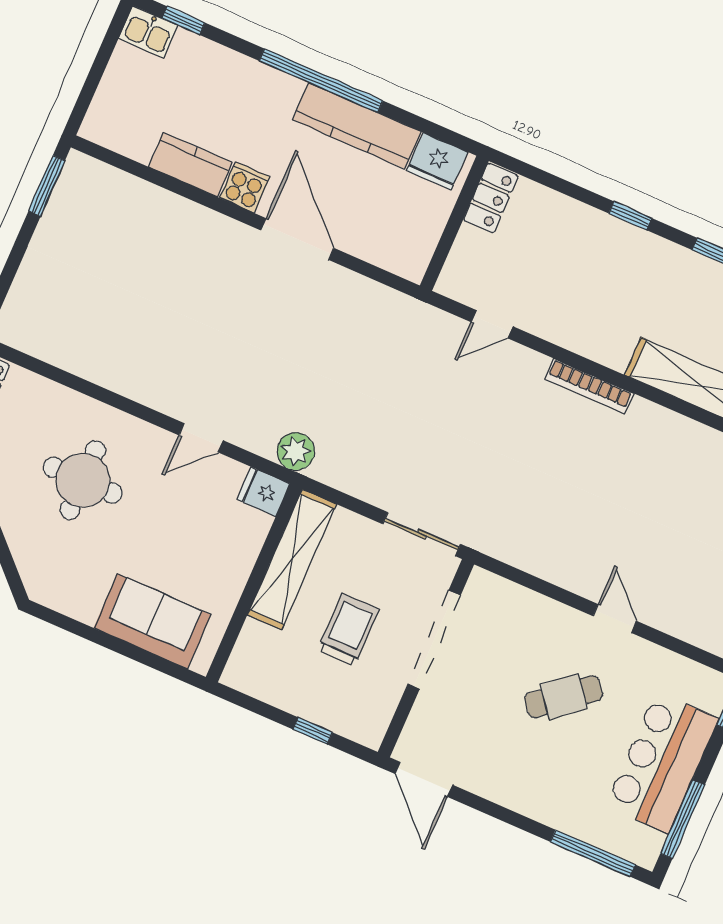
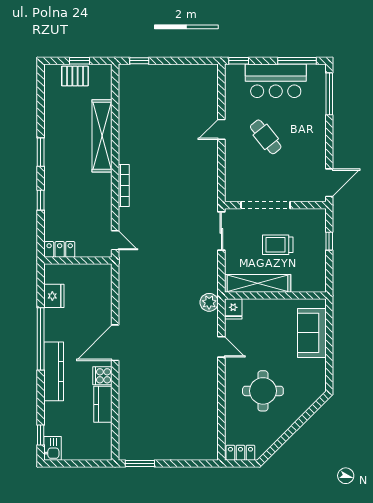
window: (321, 81) -> (41, 339), moved
kitchen counter: (357, 126) -> (54, 371), moved
locker: (491, 198) -> (60, 249), moved
wall: (454, 223) -> (78, 261), moved

